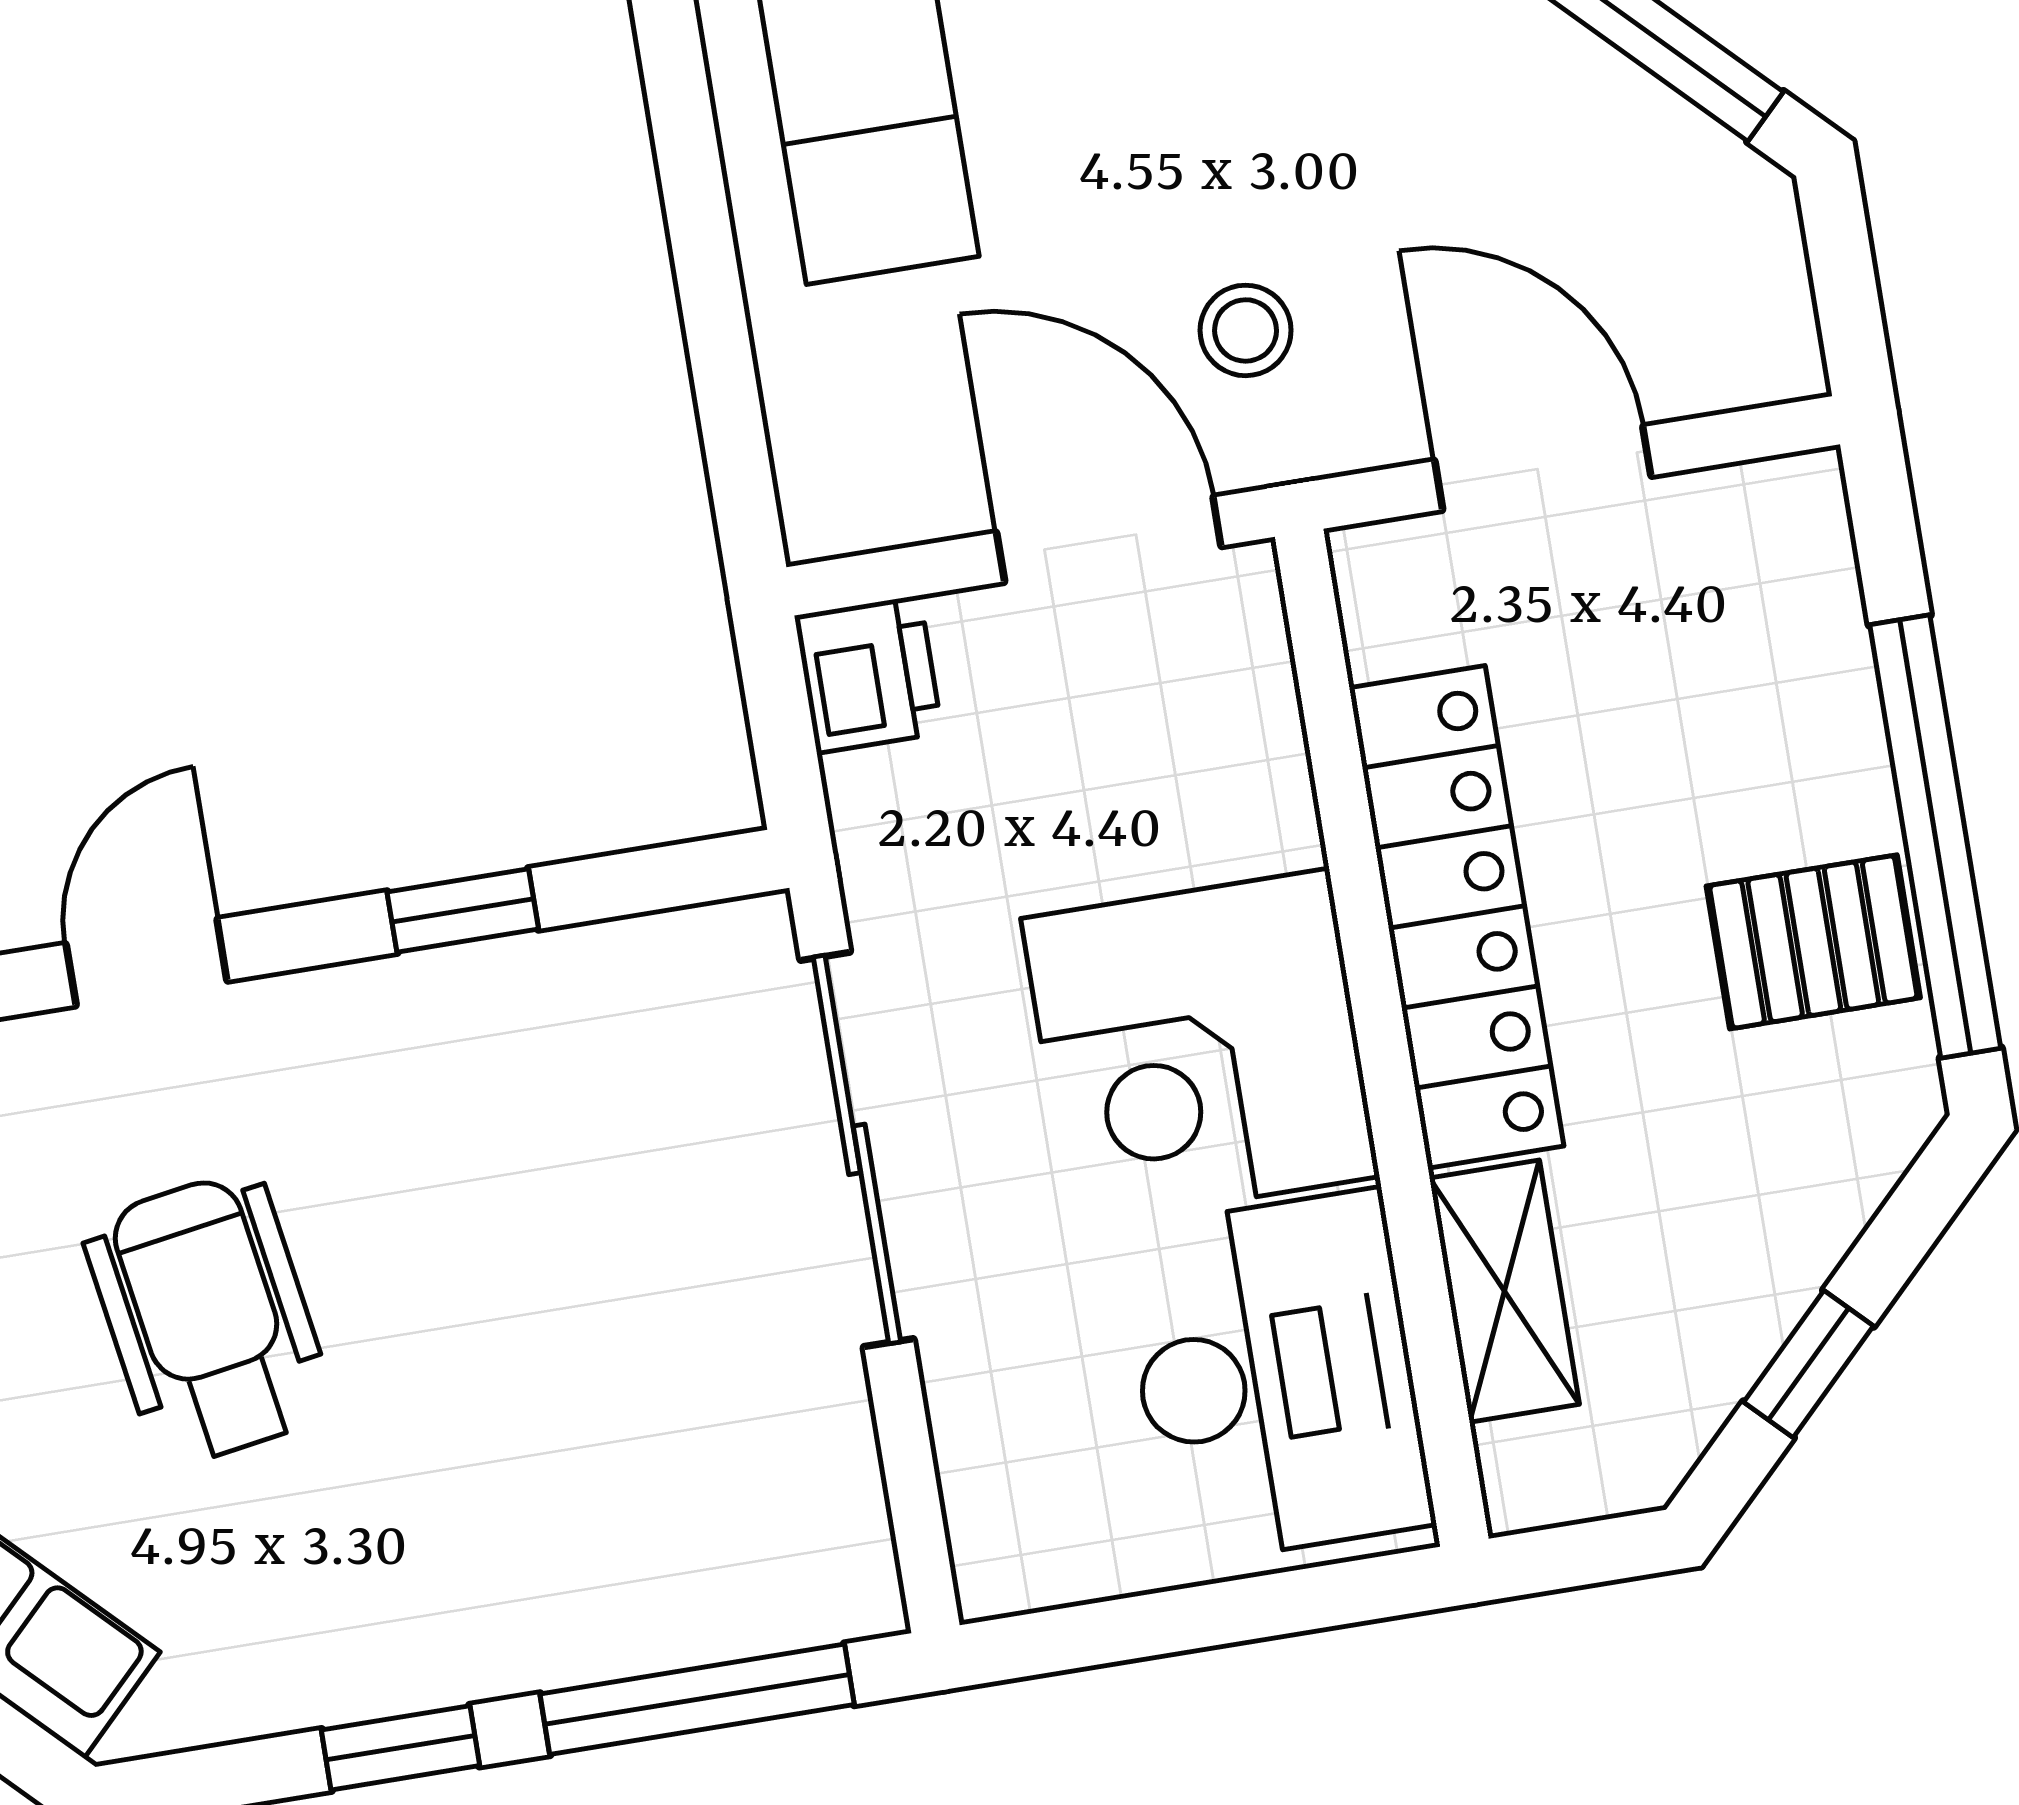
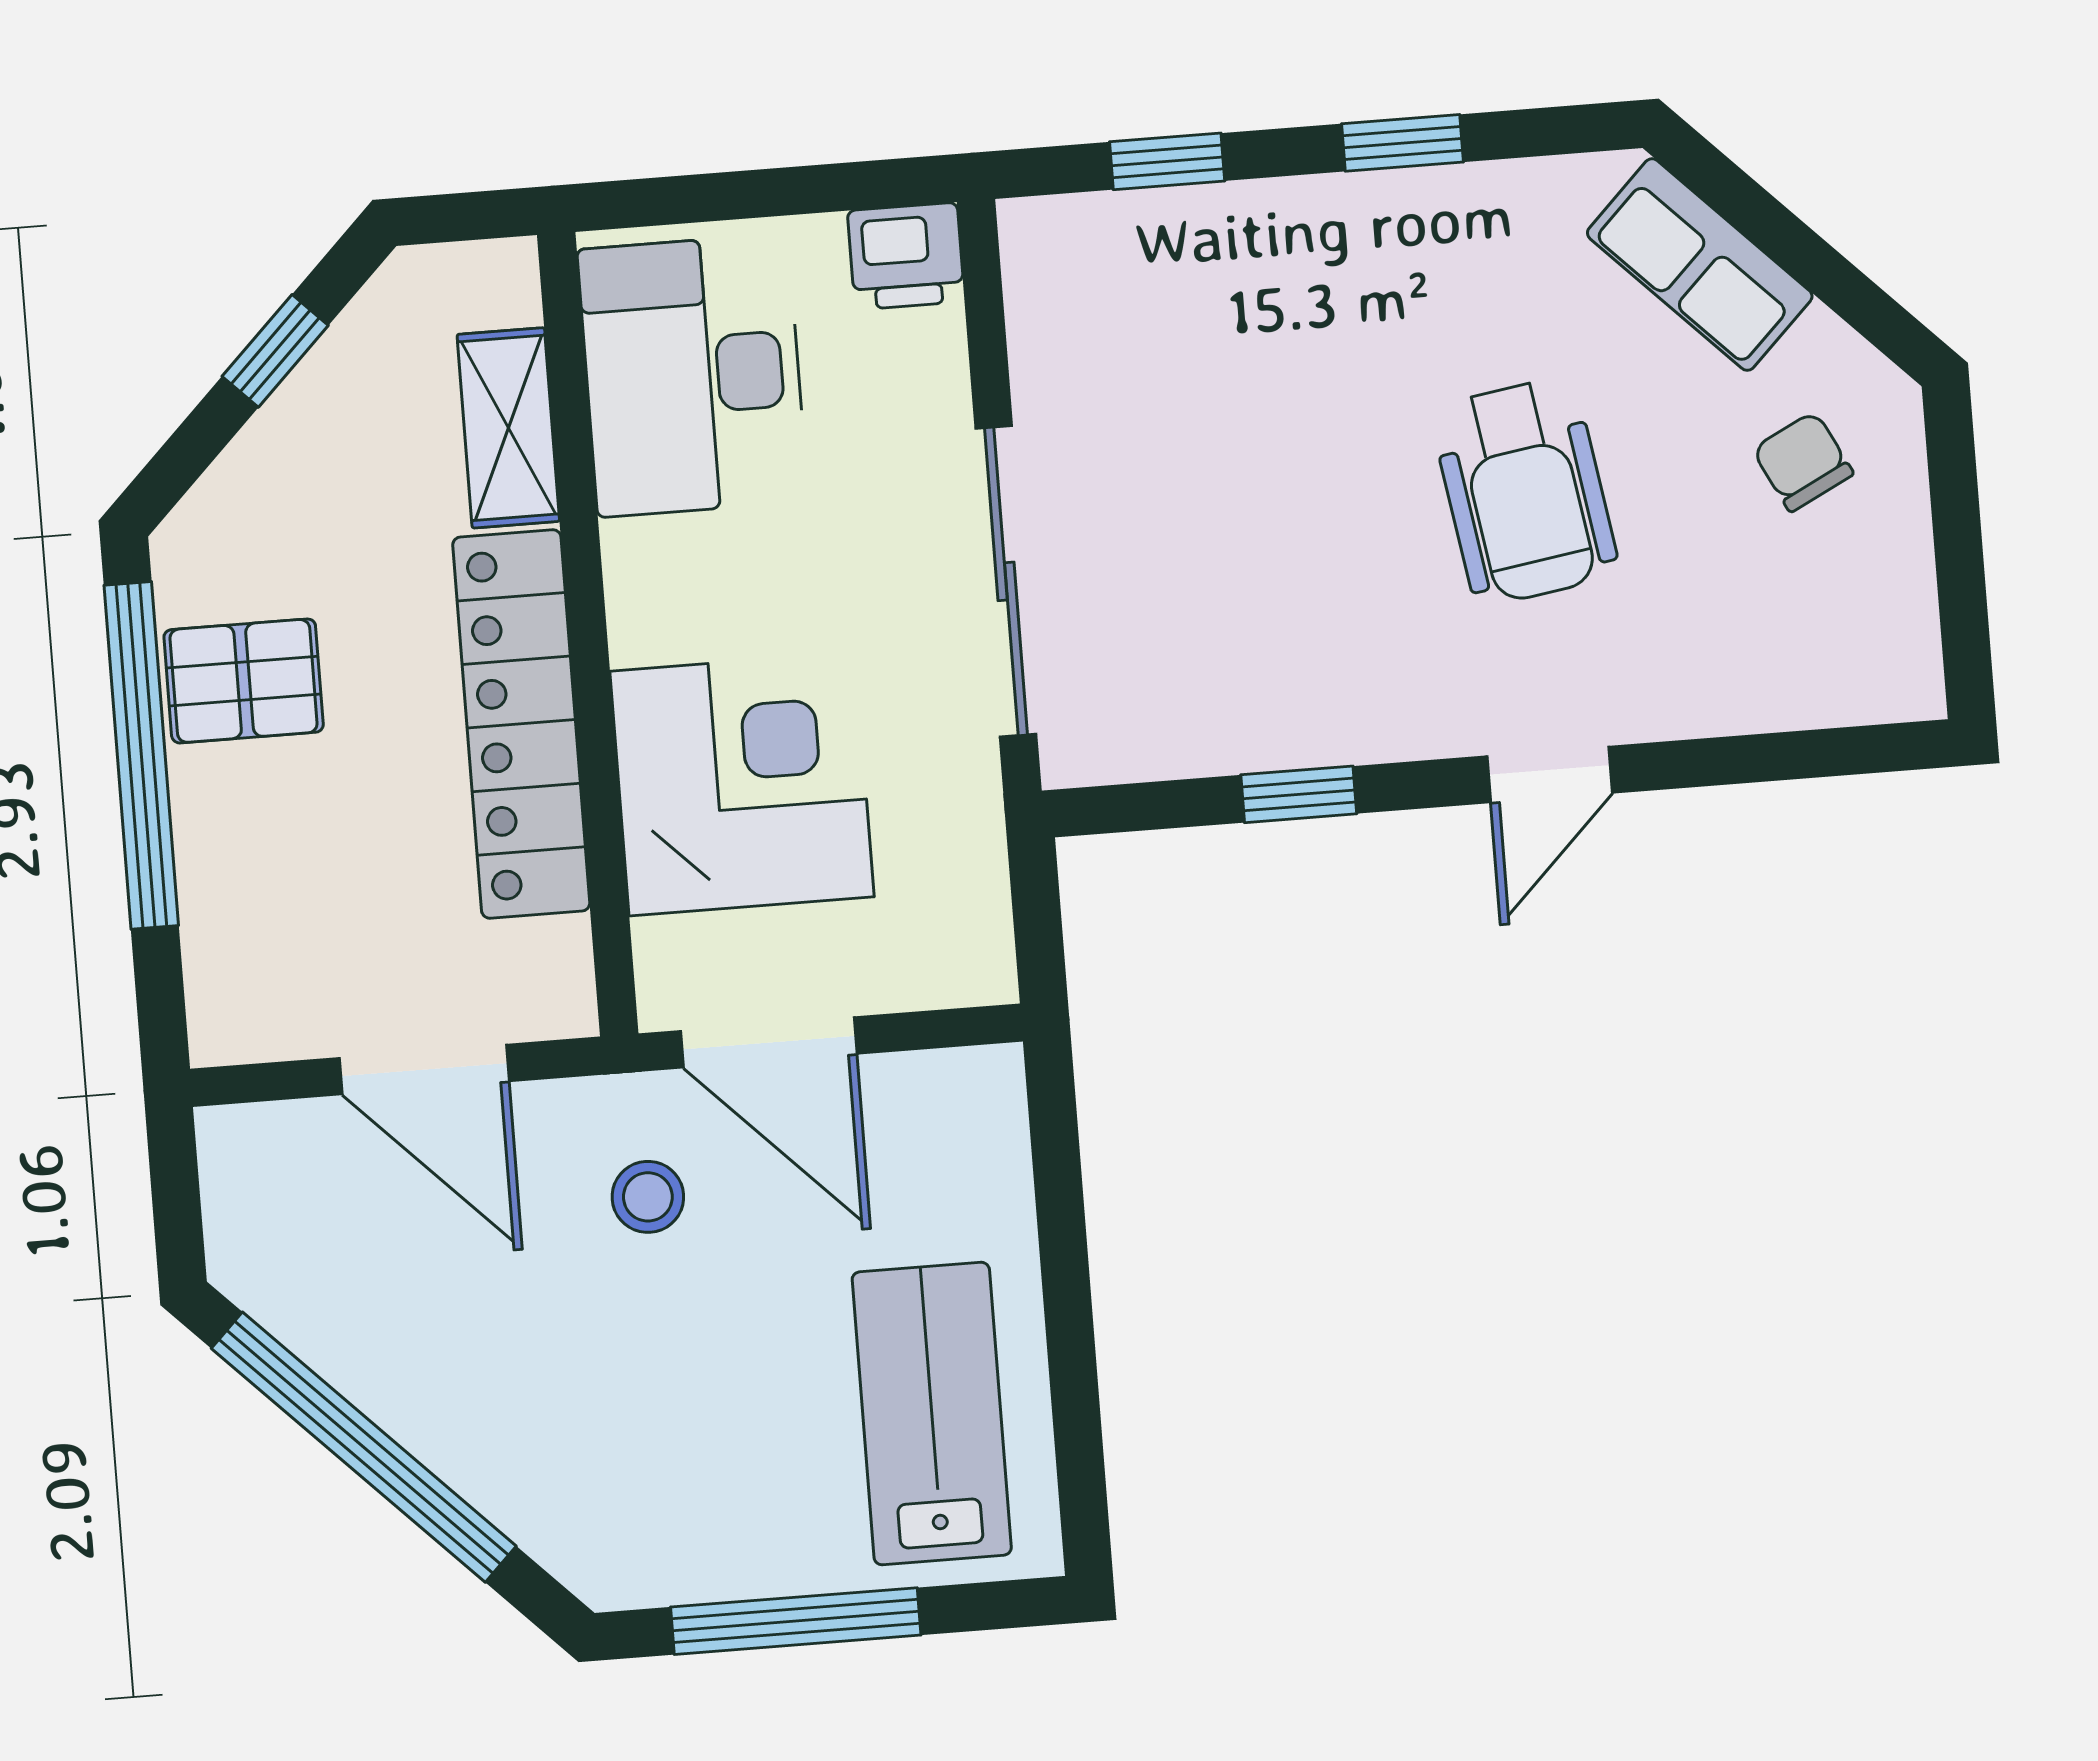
printer: (868, 674) -> (906, 256), moved, turned -90
corner desk: (1200, 1048) -> (742, 784), moved
window: (697, 1699) -> (1167, 161), width x0.46

